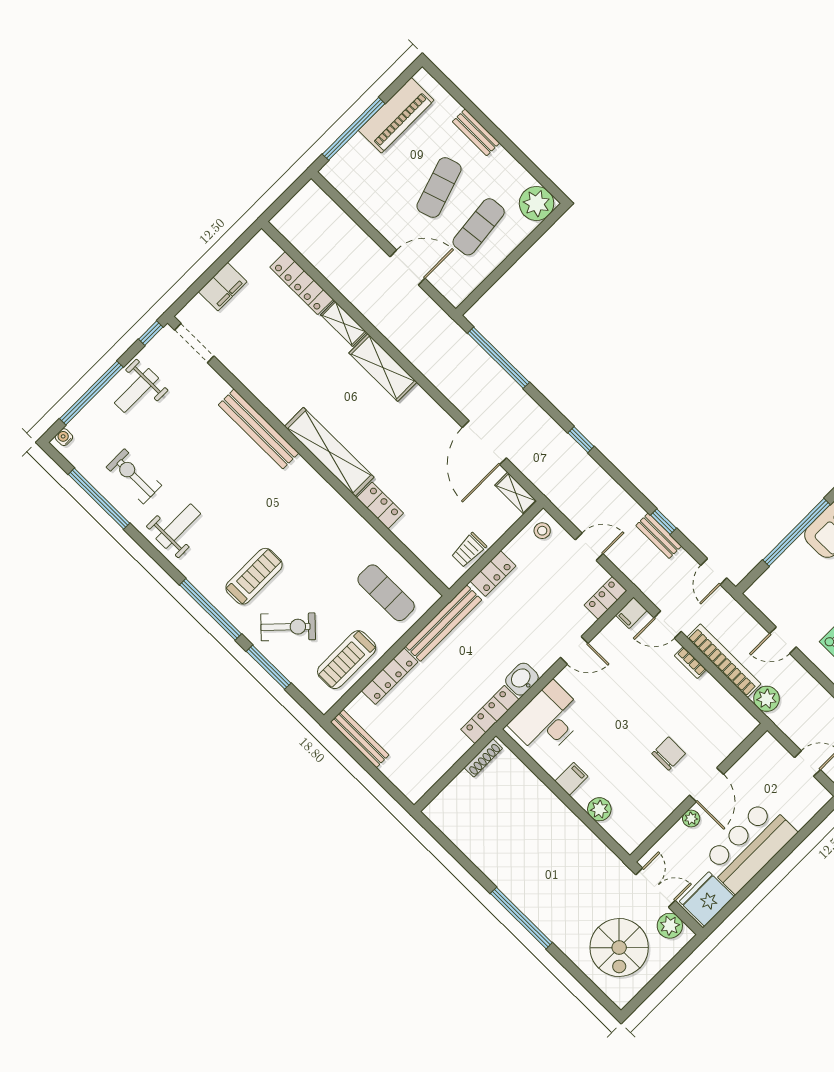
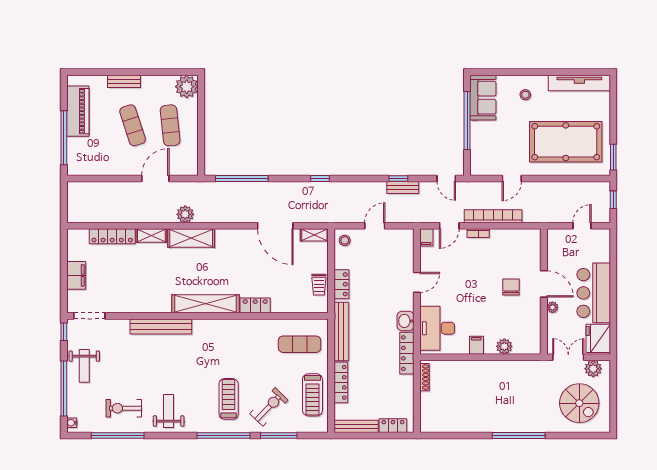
locker: (606, 598) -> (393, 426), moved, turned 90
plant: (767, 699) -> (185, 214), moved

